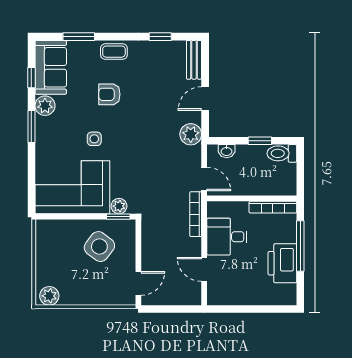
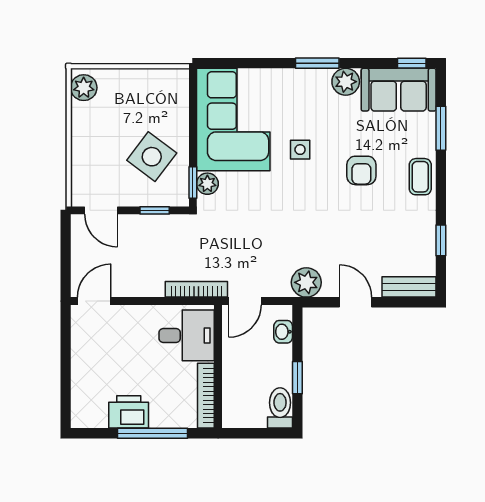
window: (31, 78) -> (412, 63), moved
armchair: (109, 94) -> (361, 170), turned 180
desk: (227, 237) -> (187, 335), moved, turned 90
window: (138, 244) -> (155, 210), added
printer: (282, 263) -> (129, 412), width x0.73, depth x0.84
door: (204, 269) -> (94, 301), moved

